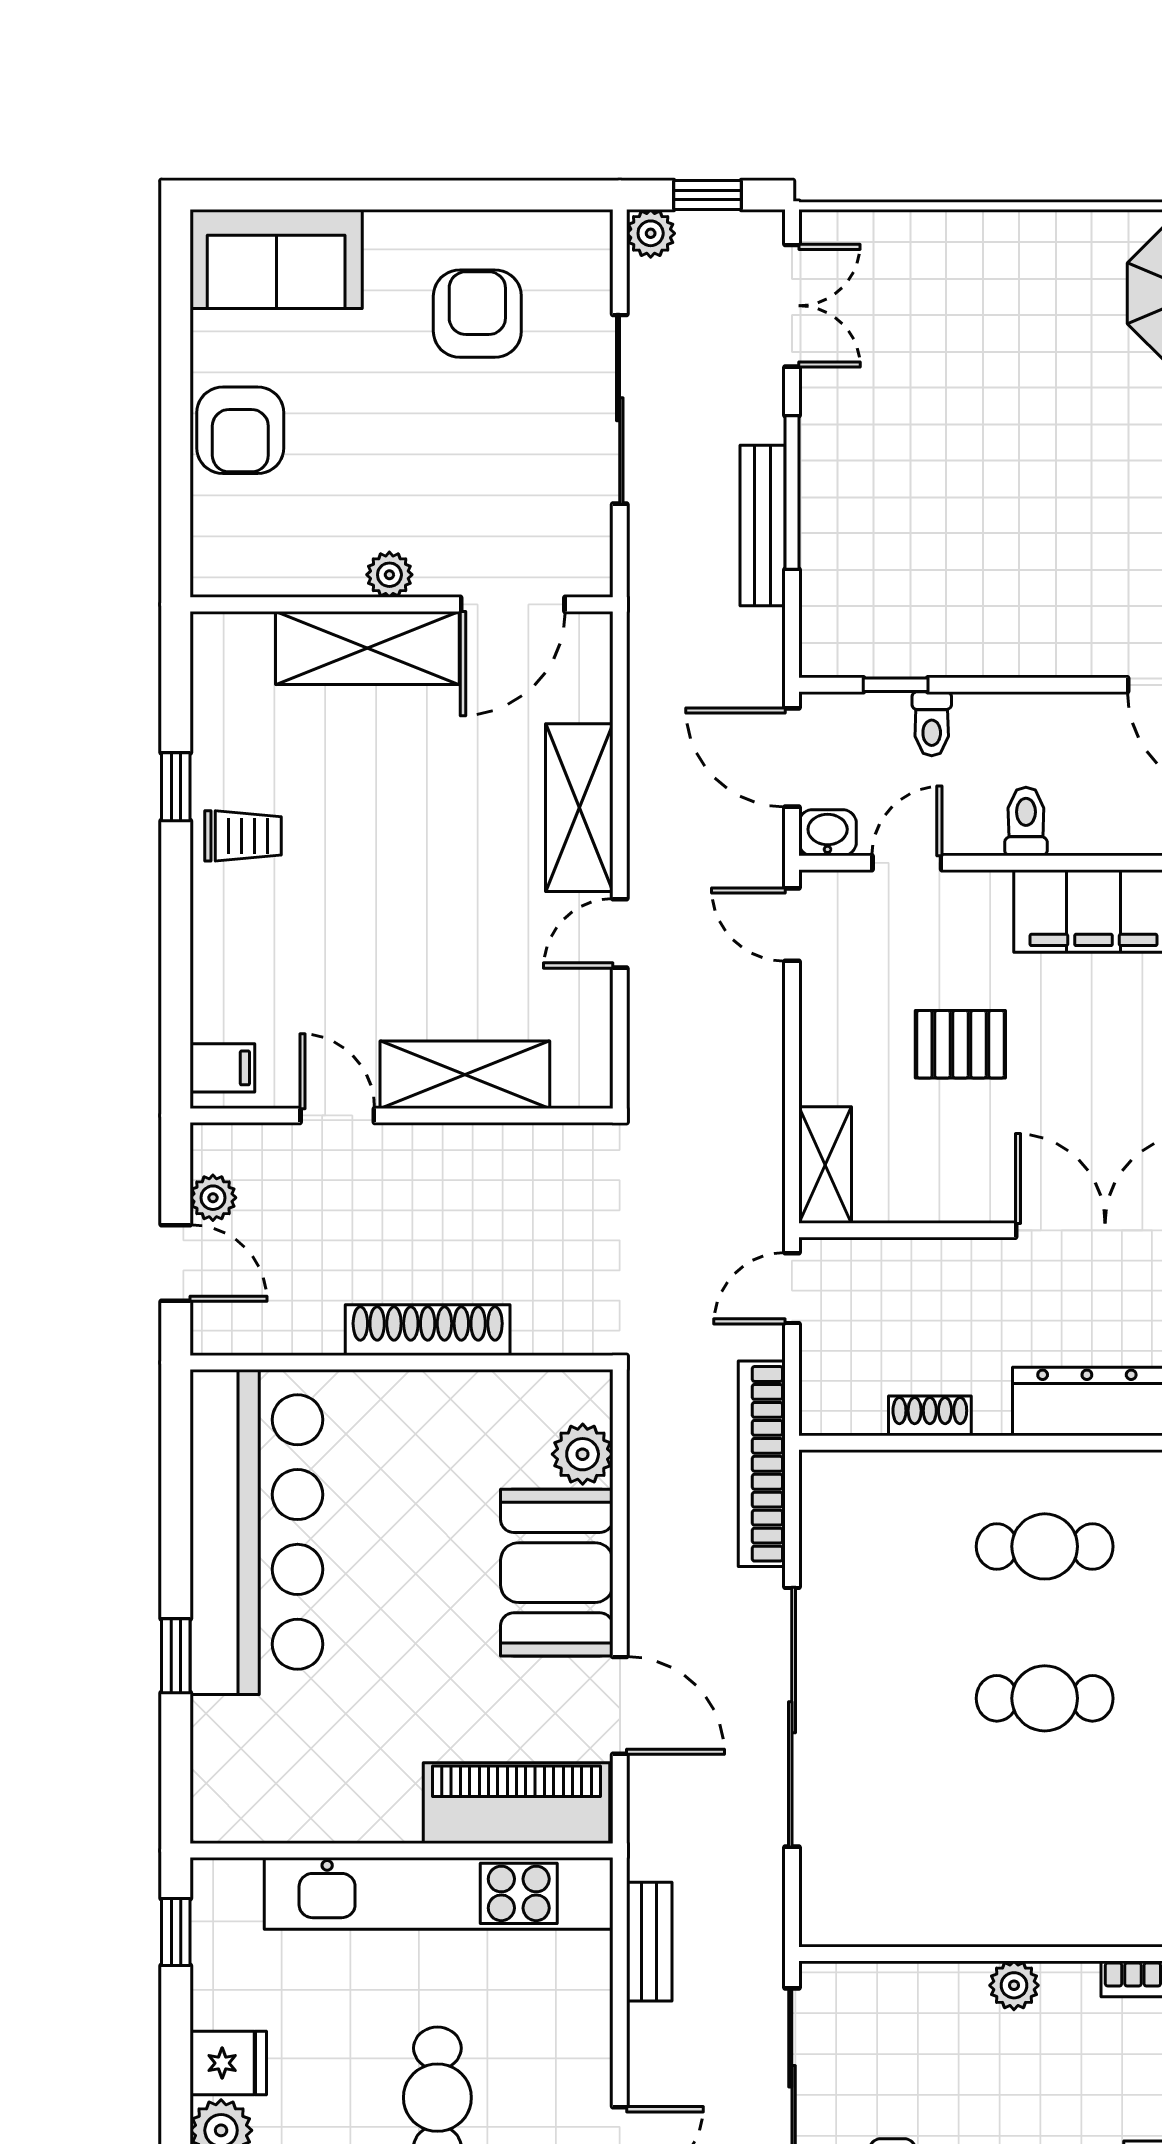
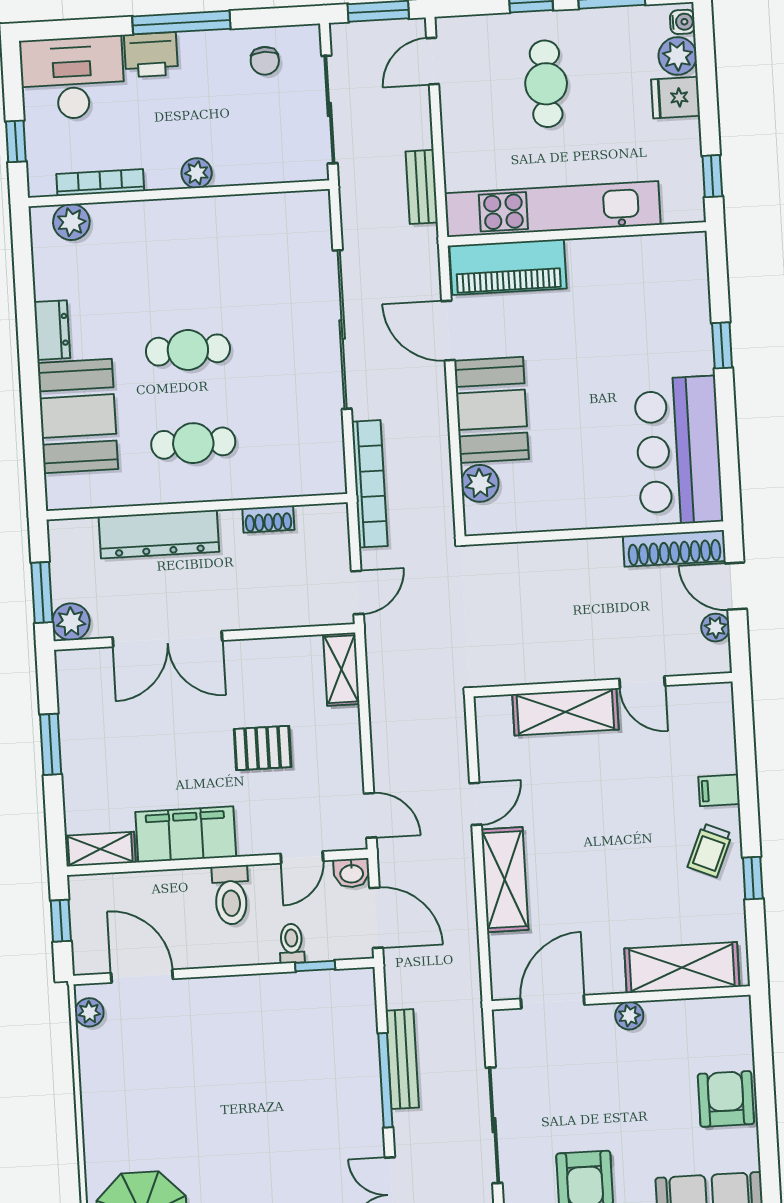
shelving: (367, 648) -> (682, 968), moved
toilet: (1026, 822) -> (231, 895), width x1.37, depth x1.39
trolley: (243, 836) -> (710, 850), turned -67
filing cabinet: (222, 1068) -> (719, 790), moved
shoe rack: (428, 1330) -> (674, 548), moved
bar counter: (256, 1532) -> (679, 451), width x0.73

